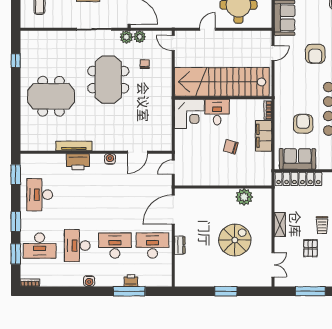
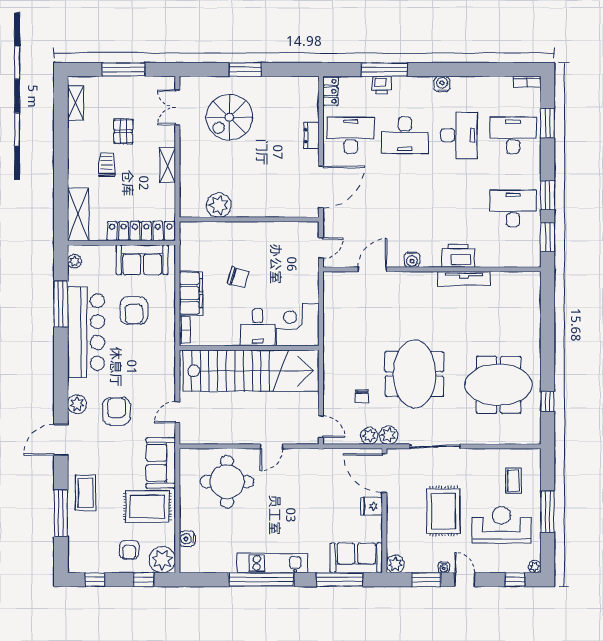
meeting table: (51, 96) -> (499, 385), moved
desk: (40, 195) -> (513, 208), turned -90
window: (16, 222) -> (548, 195), moved
spiral stairs: (235, 240) -> (229, 117), moved
desk: (152, 246) -> (351, 135), turned 180
locker: (167, 276) -> (330, 91), added

